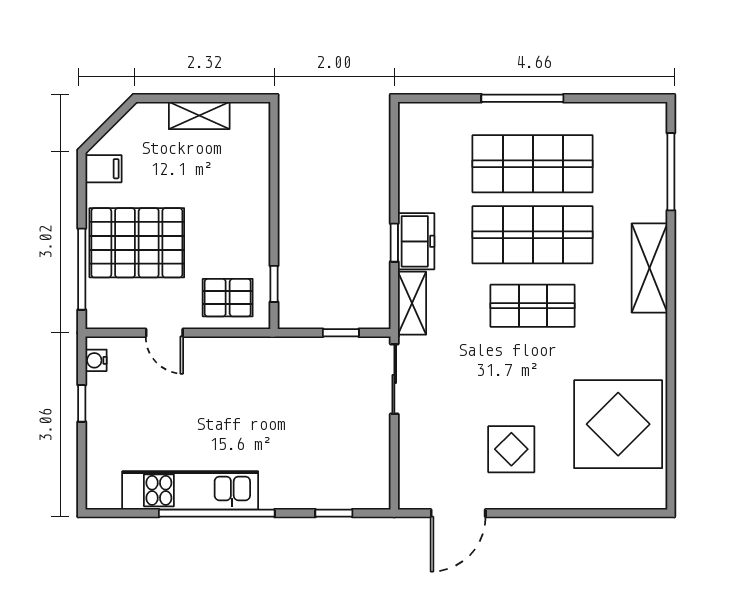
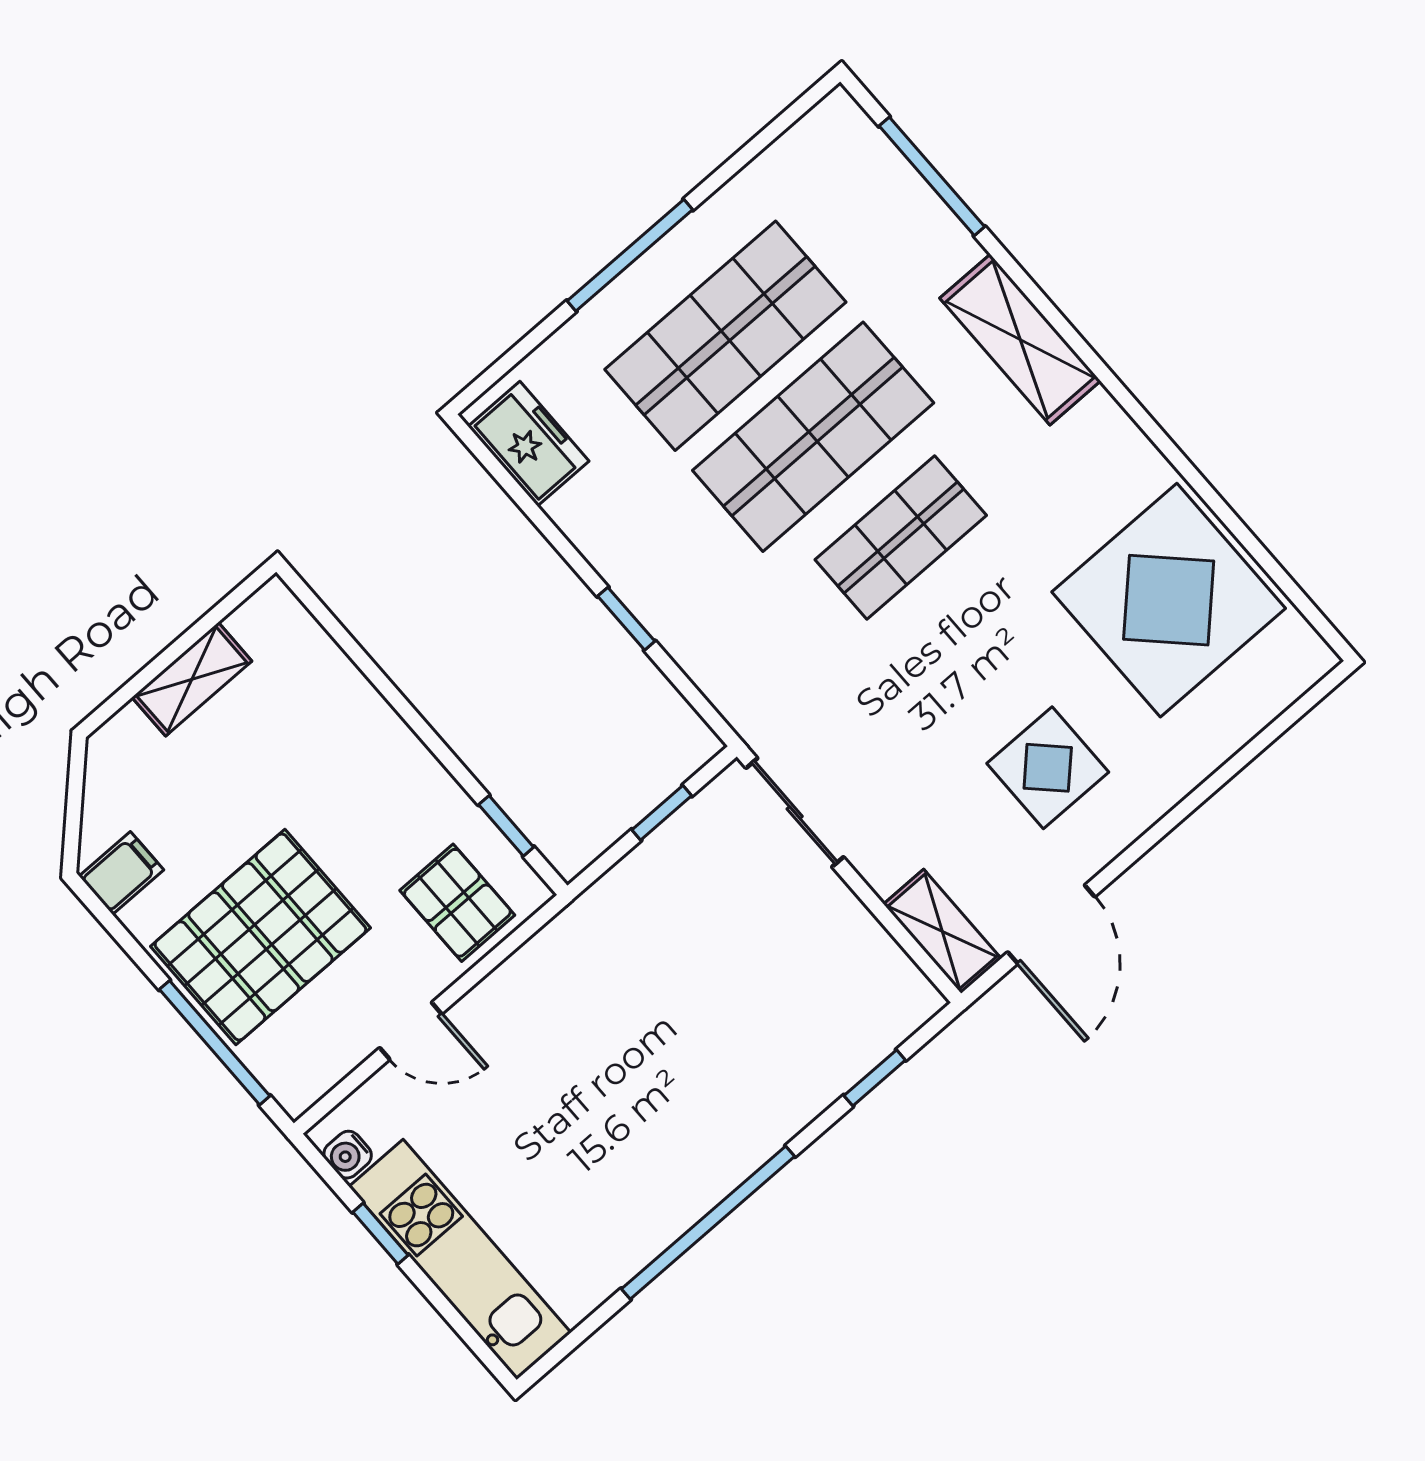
freezer: (416, 241) -> (529, 444), moved
pallet: (228, 298) -> (457, 903), turned 90
shelving: (412, 303) -> (942, 931), moved
kitchen unit: (190, 490) -> (460, 1260), moved, turned 90

